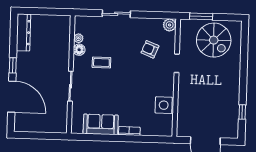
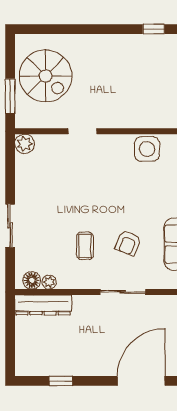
dresser: (23, 32) -> (43, 305), moved, turned 180
spiral stairs: (214, 40) -> (46, 76), turned 90
armchair: (150, 49) -> (128, 243), moved
floor lamp: (79, 50) -> (32, 280), moved
window: (13, 65) -> (61, 381), moved

